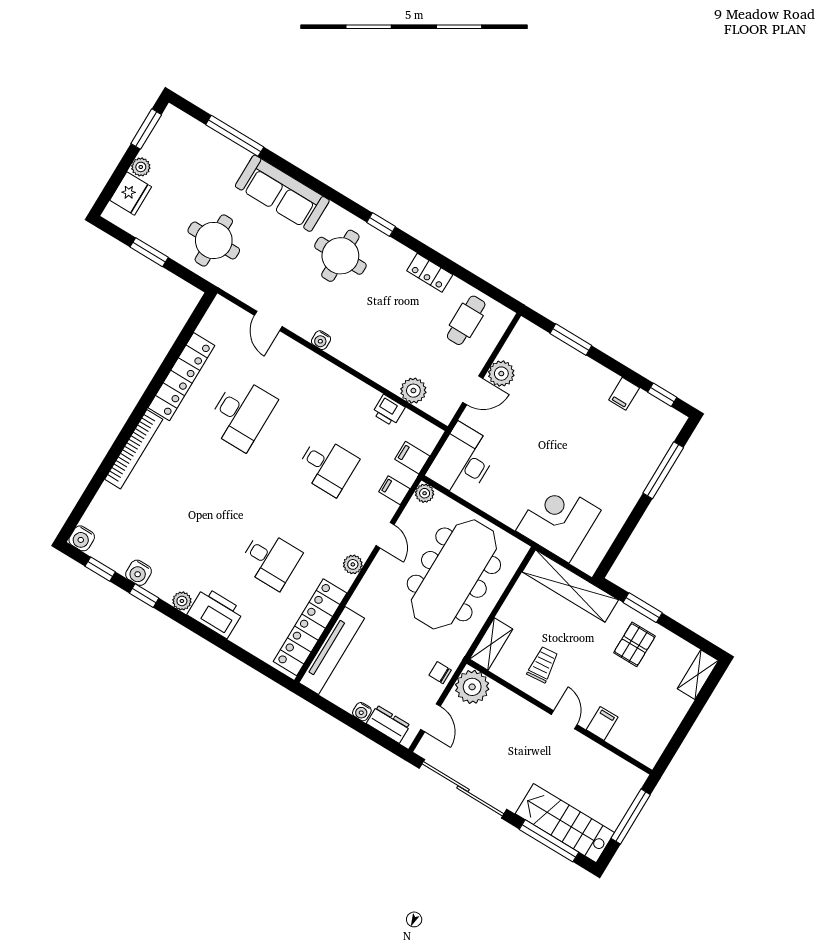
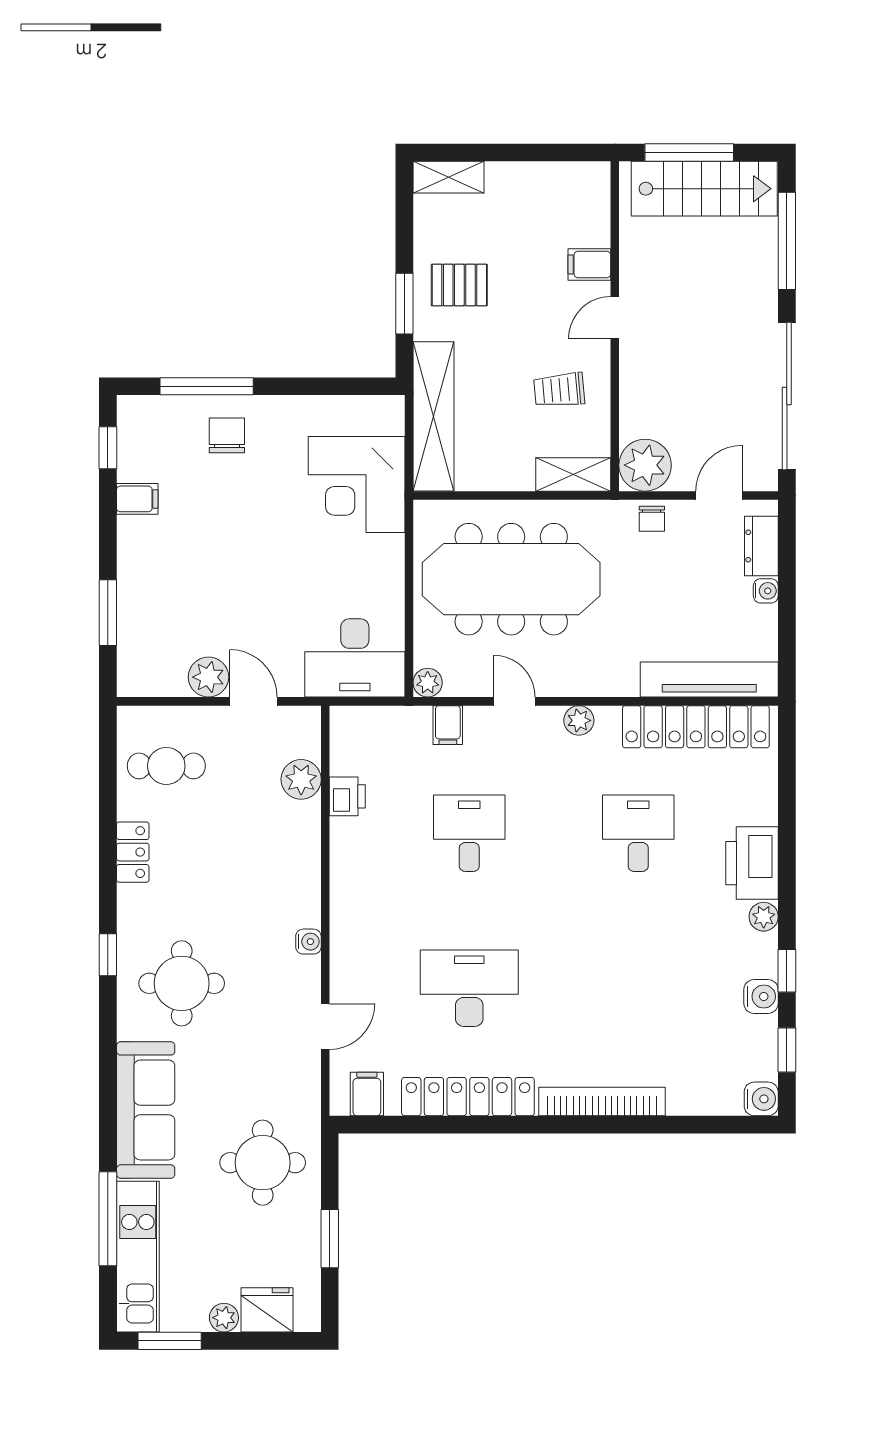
kitchen unit: (204, 140) -> (138, 1257), added
filing cabinet: (412, 458) -> (367, 1094), moved, turned 180
chair: (629, 465) -> (227, 435), added
door: (385, 535) -> (514, 701), hinge flipped
stairs: (565, 823) -> (704, 189), moved, turned -90

